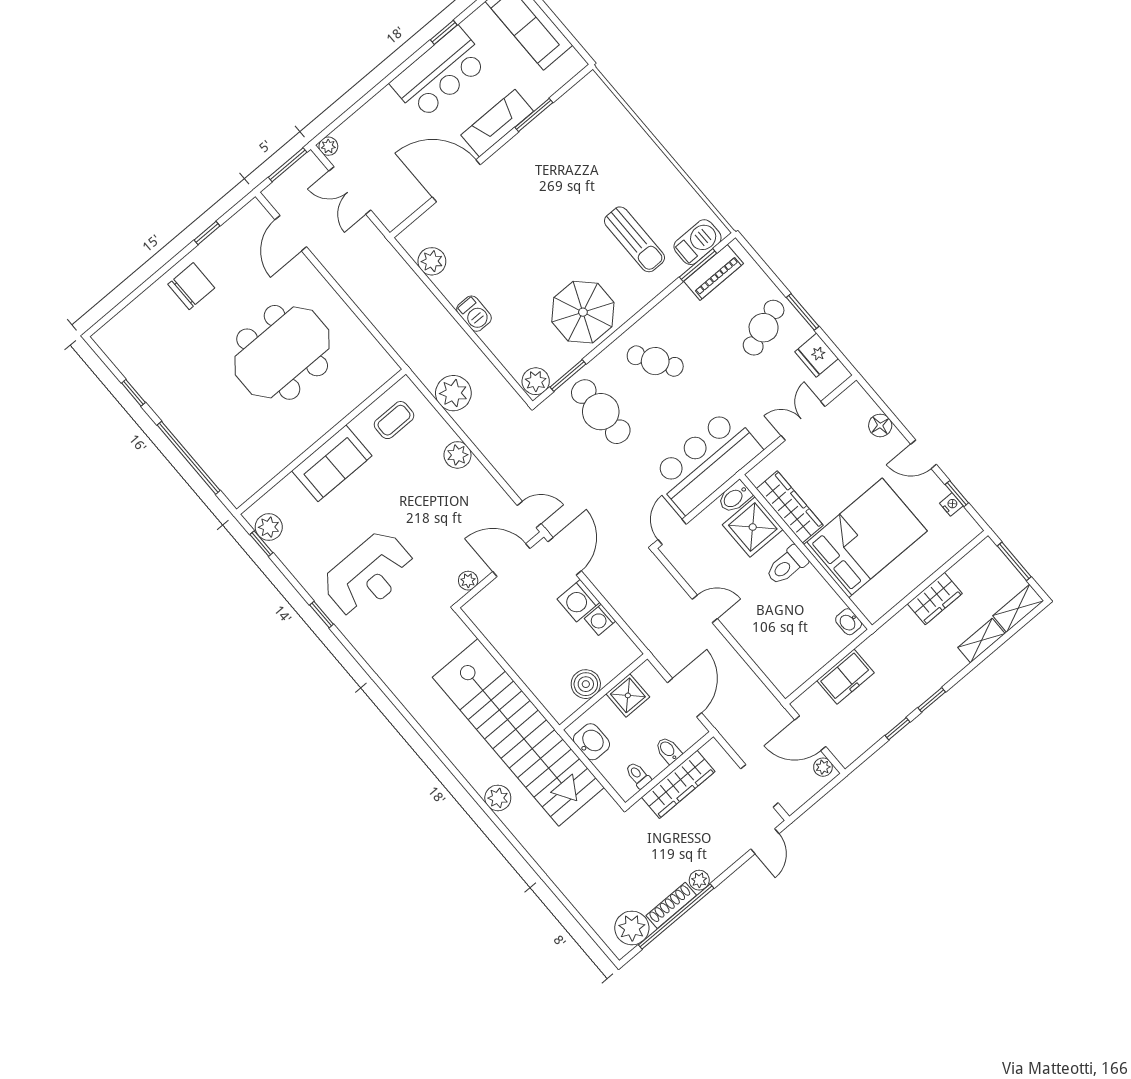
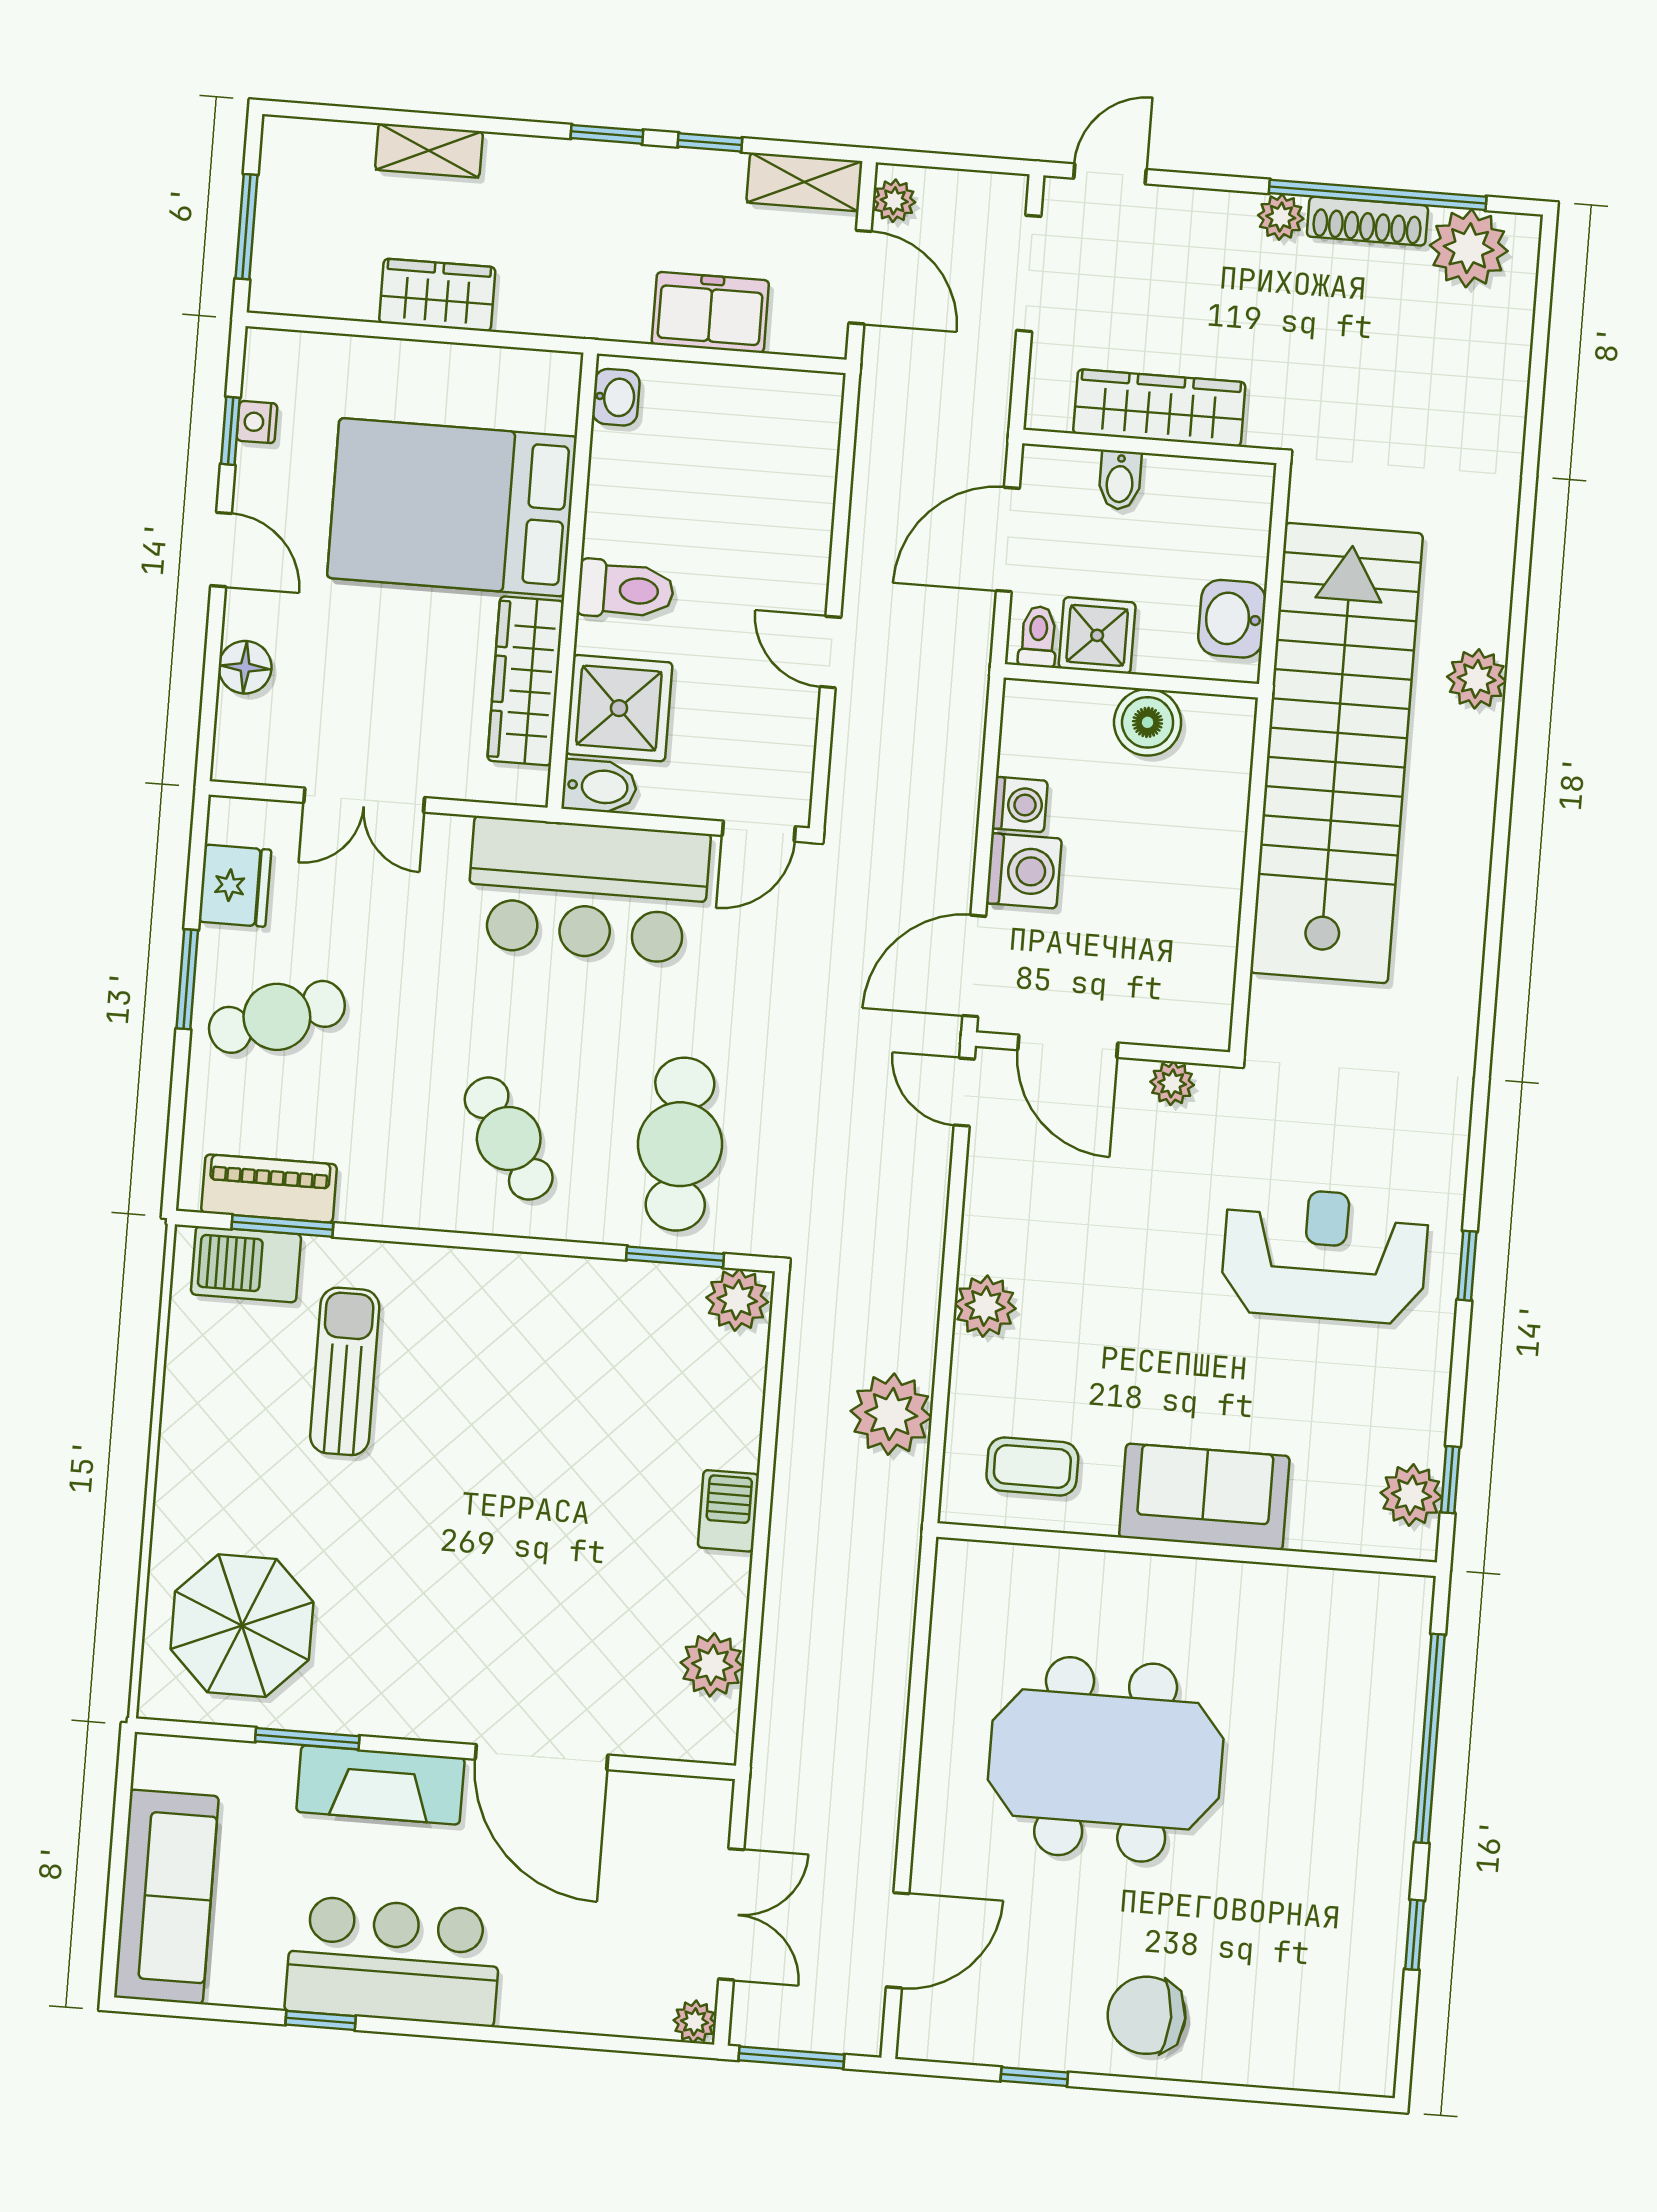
parasol: (583, 312) -> (242, 1626), moved
shelving: (1018, 608) -> (804, 182), moved
toilet: (638, 775) -> (1038, 637), moved, turned 180

